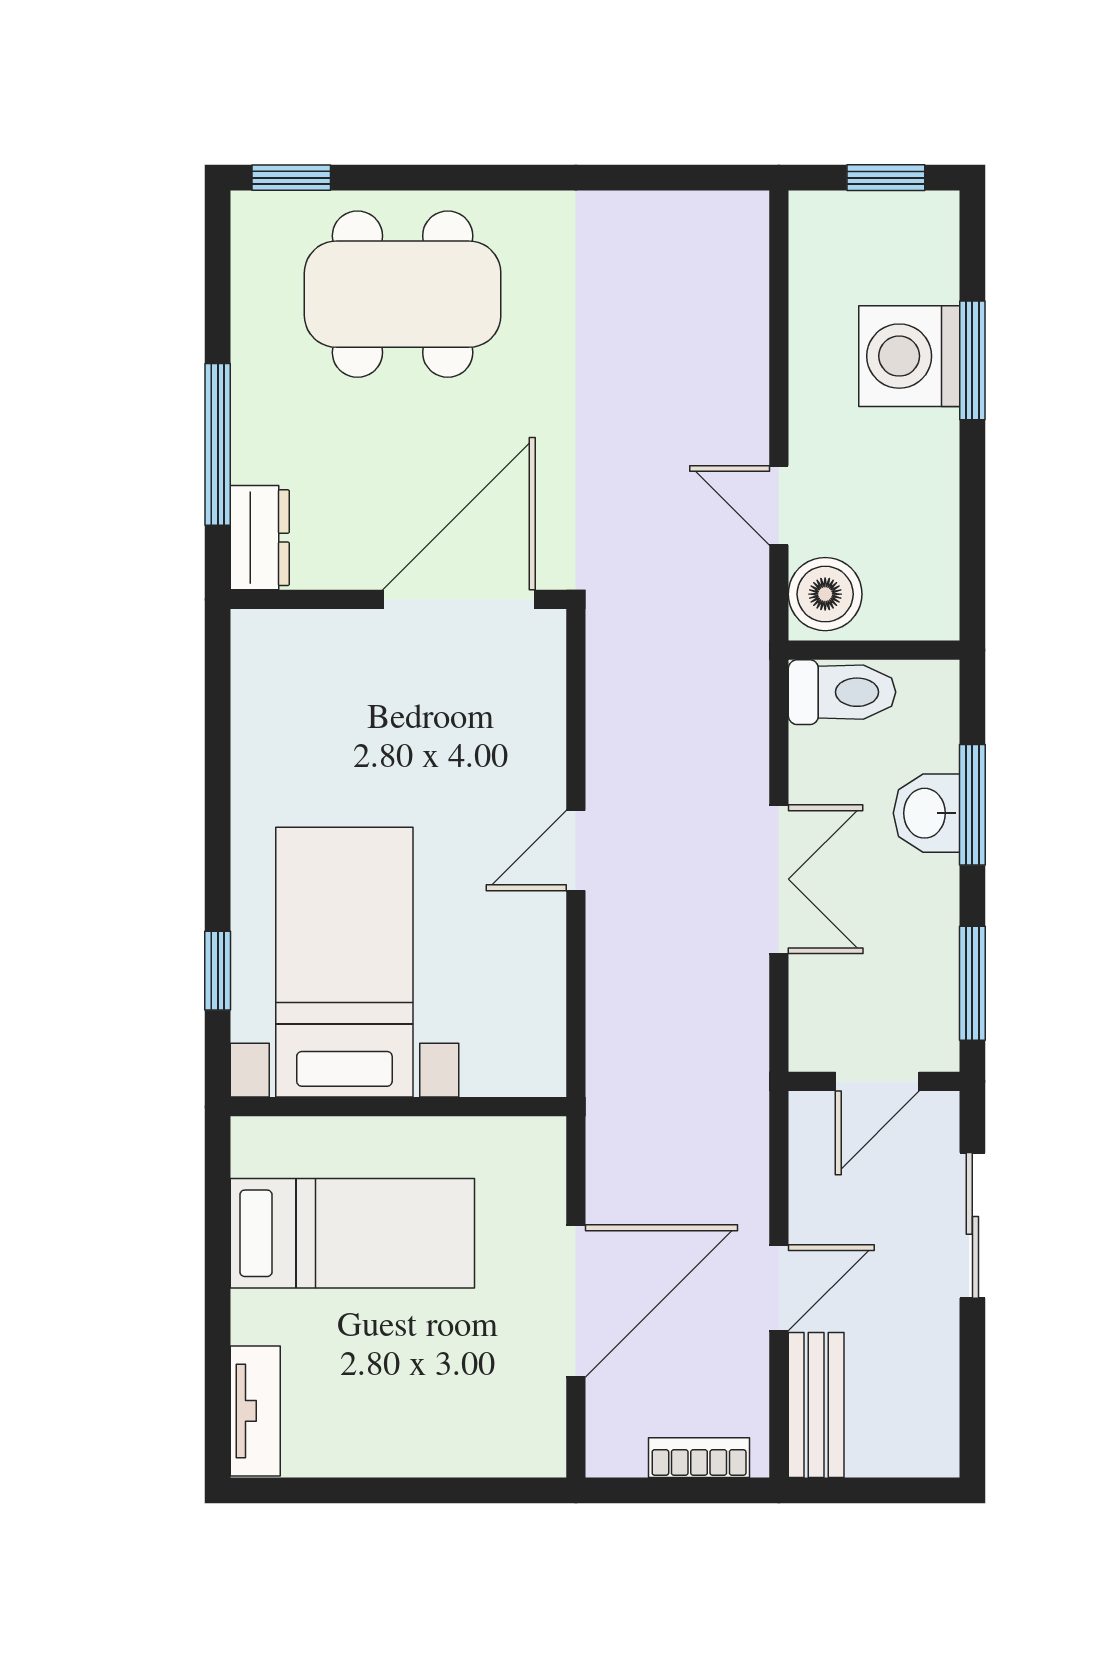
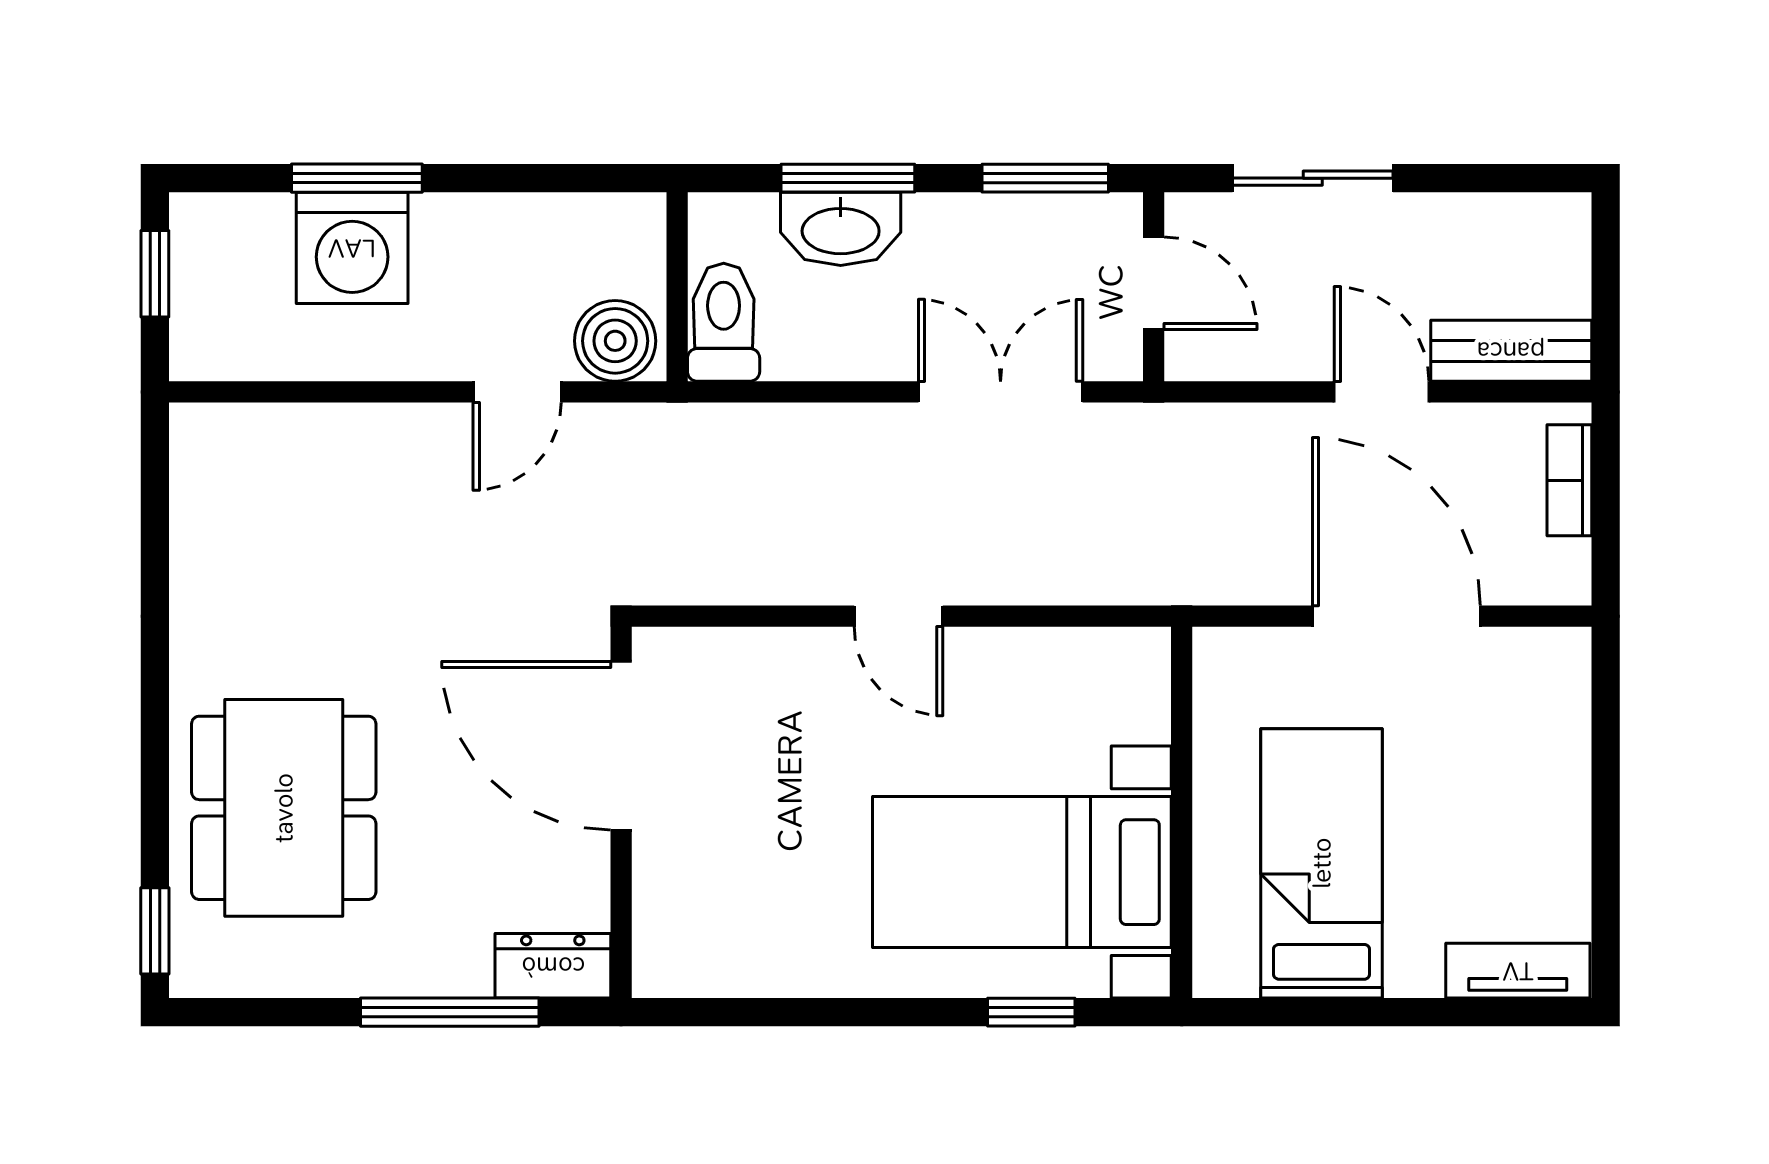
washbasin: (926, 813) -> (841, 229), width x1.38
double door: (779, 879) -> (1001, 392), moved

